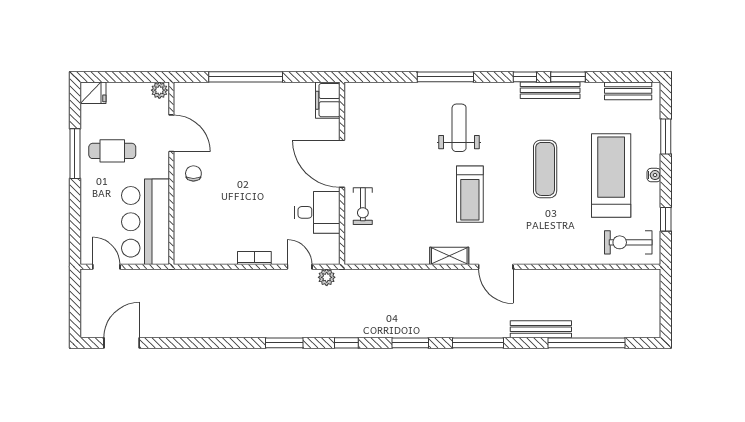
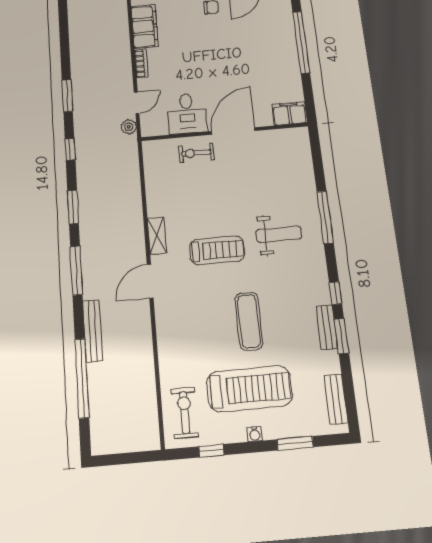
bench: (550, 90) -> (327, 327), width x0.73
exercise mat: (545, 169) -> (249, 321), turned 90
treadmill: (470, 194) -> (217, 250), turned 180
filing cabinet: (210, 251) -> (145, 26), added

